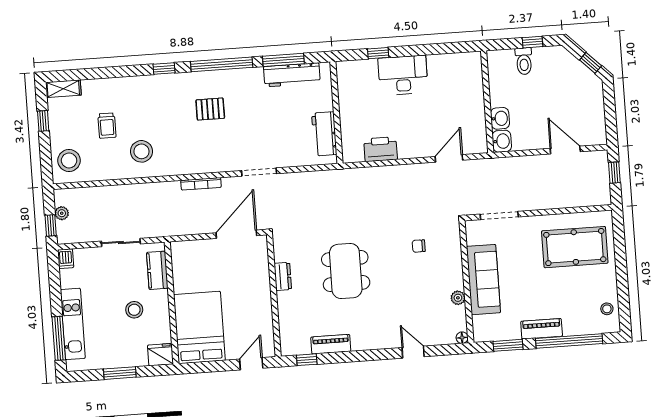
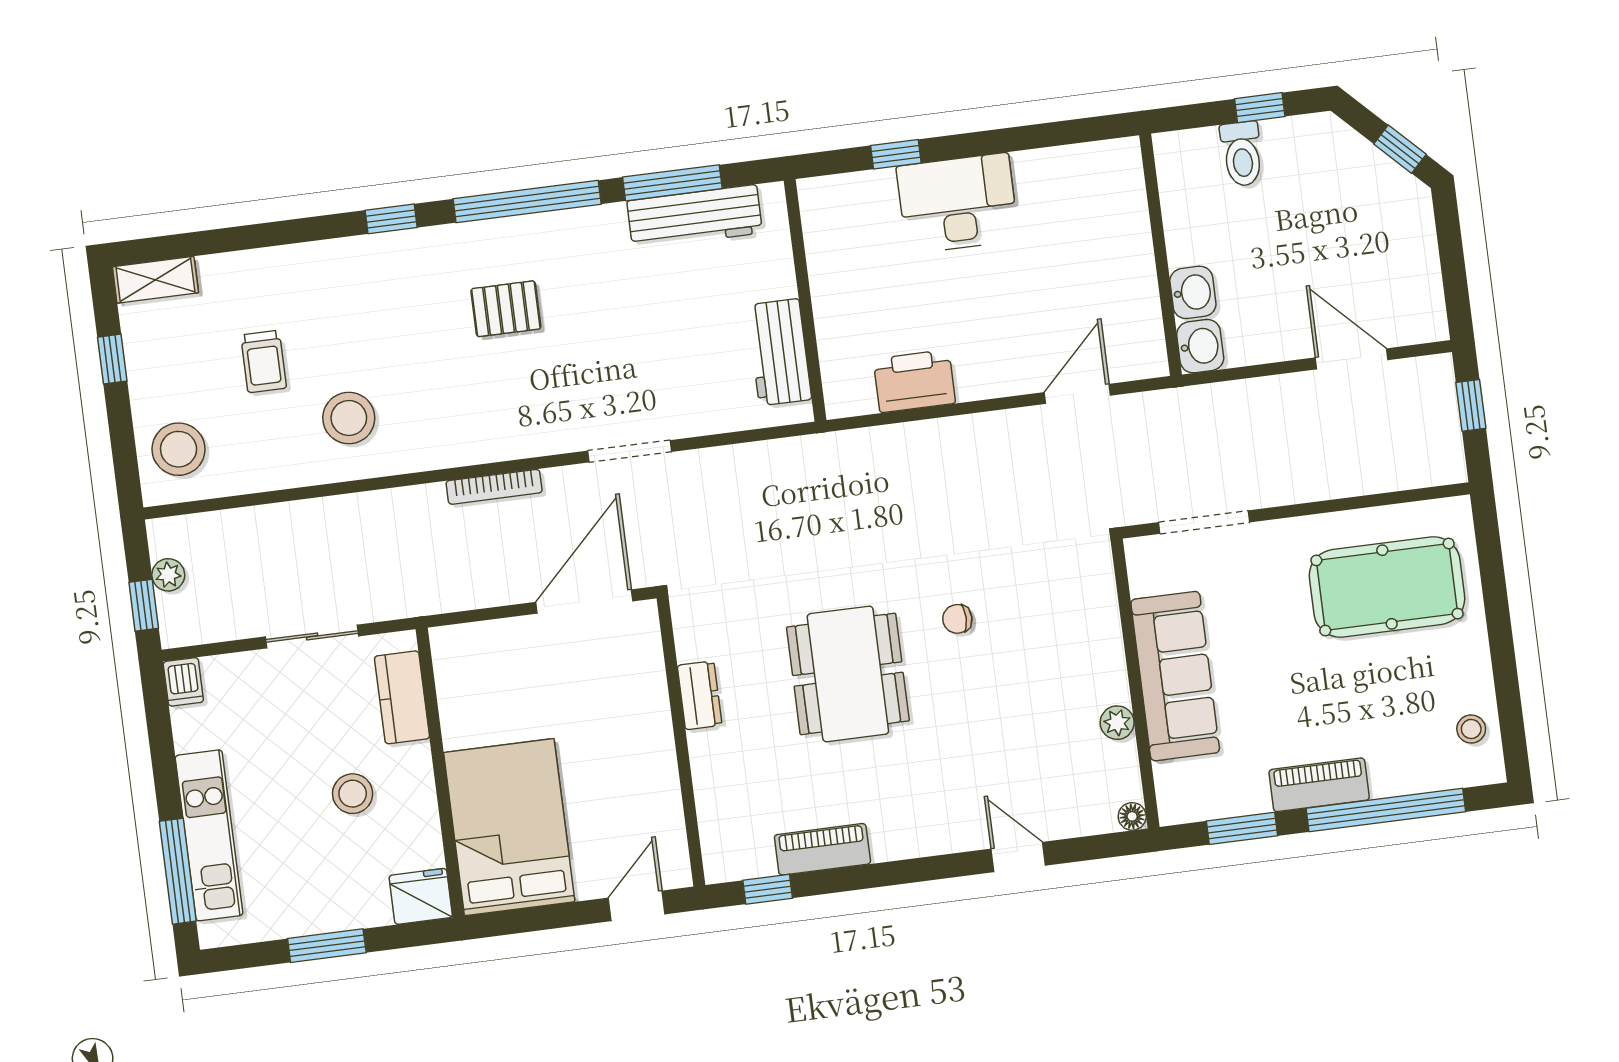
chair: (419, 246) -> (957, 619), moved

